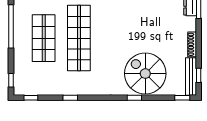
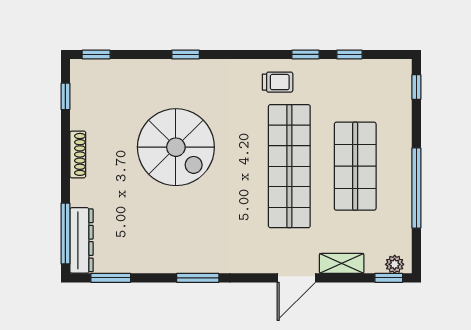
spiral stairs: (145, 74) -> (176, 147), moved
bench: (191, 77) -> (80, 94), removed
trolley: (85, 83) -> (278, 82), added
window: (31, 98) -> (349, 54), moved

